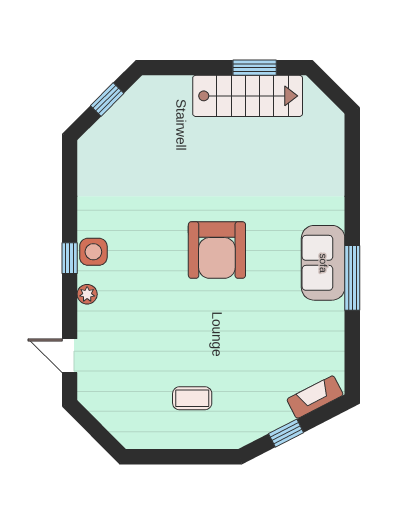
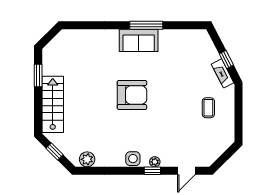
stairs: (248, 96) -> (53, 104), moved
plant: (92, 163) -> (87, 159), added
window: (70, 258) -> (152, 171), moved
fireplace: (315, 397) -> (223, 73), moved

